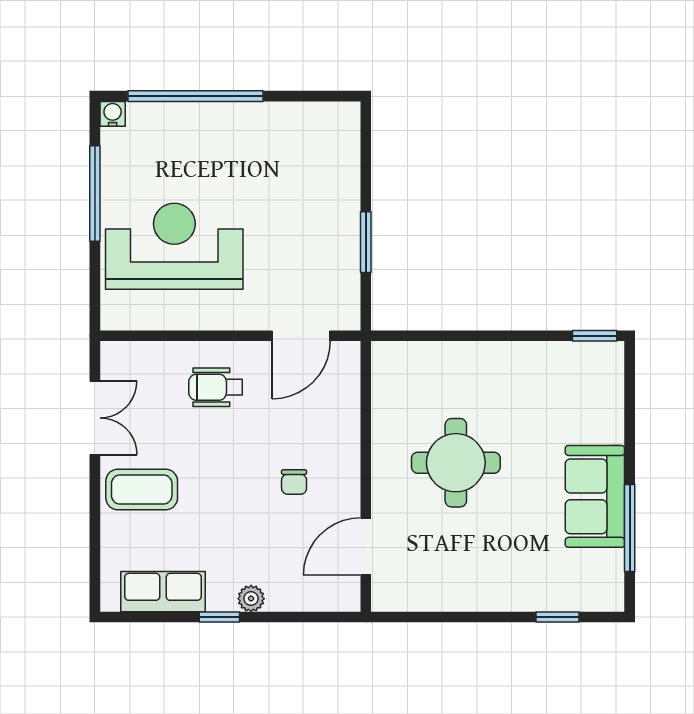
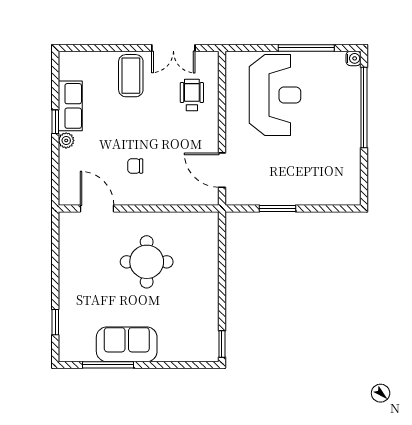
wheelchair: (216, 387) -> (192, 95), moved
row of seats: (163, 592) -> (70, 106), moved

